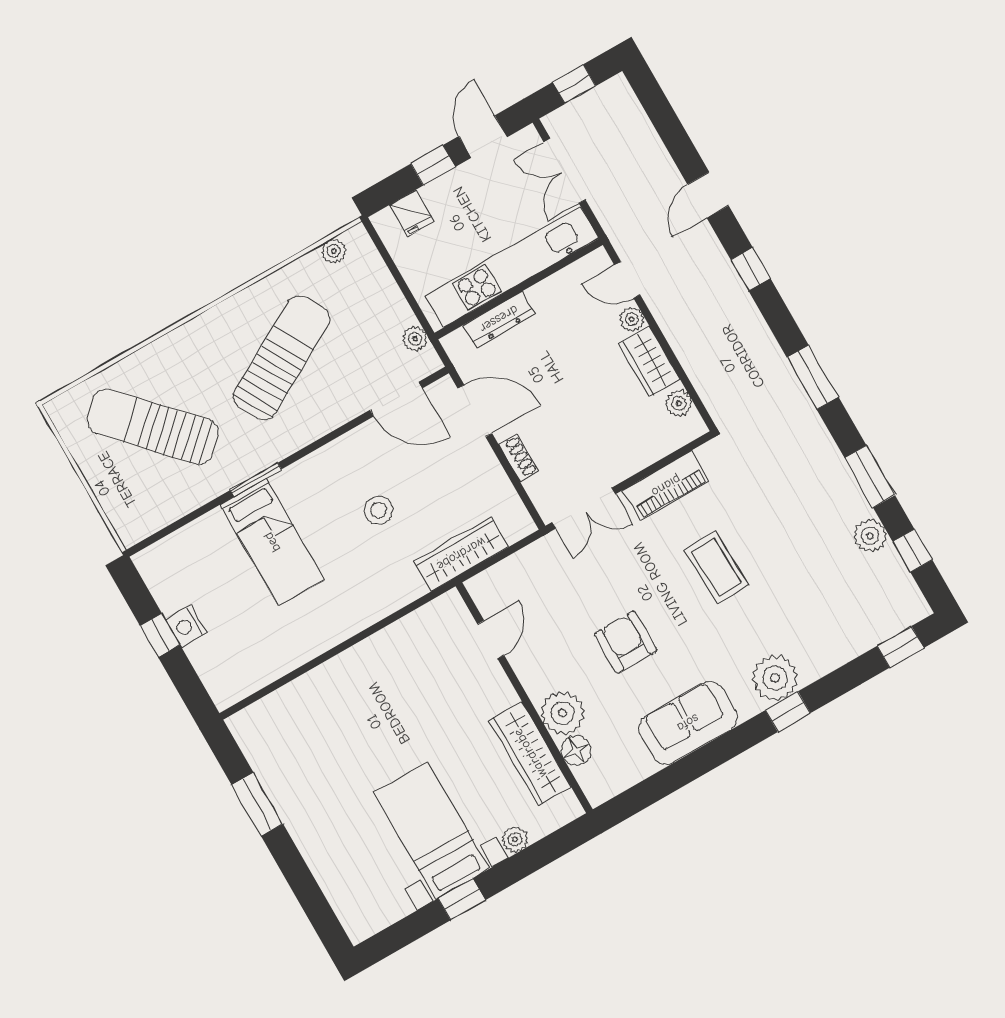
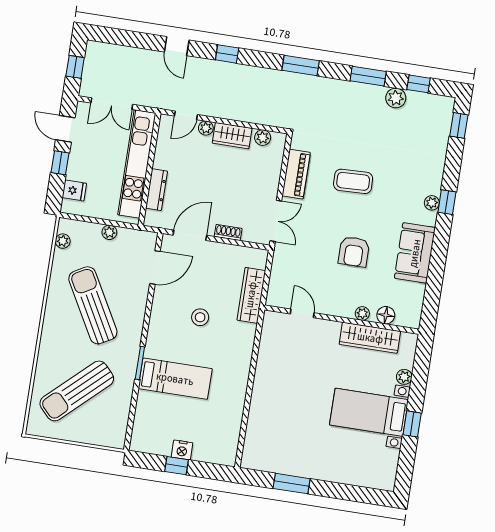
plant: (415, 339) -> (109, 232), moved
armchair: (626, 642) -> (354, 252), turned -90
plant: (775, 678) -> (432, 203), width x0.53, depth x0.53
plant: (563, 713) -> (362, 313), width x0.53, depth x0.53

